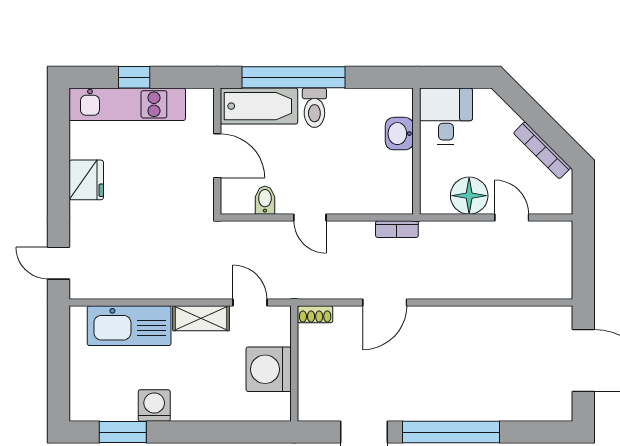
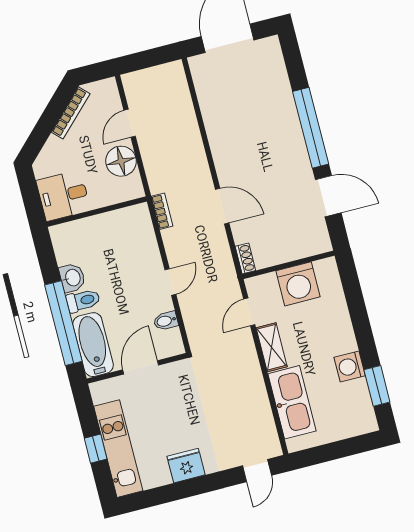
washbasin: (399, 134) -> (72, 278), moved, turned -90

